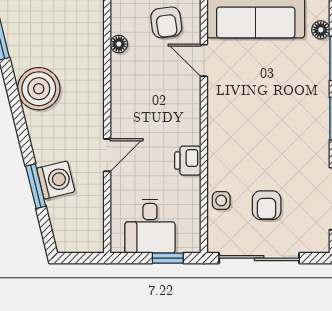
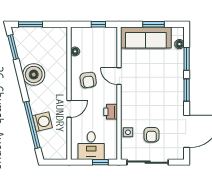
armchair: (166, 22) -> (88, 80), moved
door: (204, 60) -> (119, 76), moved
window: (36, 186) -> (32, 125), width x2.11

